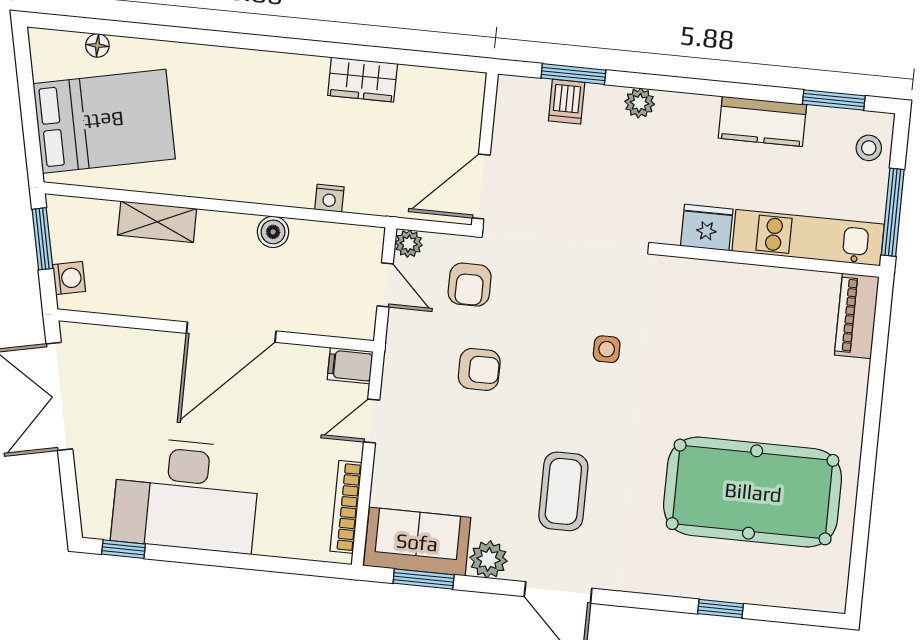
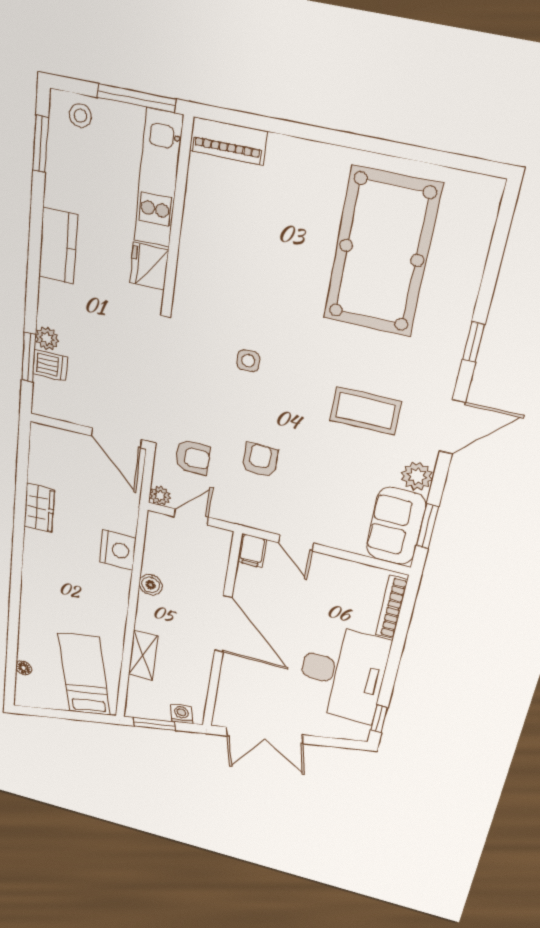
plant: (640, 103) -> (47, 338), moved
bed: (104, 121) -> (84, 675), width x0.67
kitchen counter: (762, 121) -> (58, 246), moved
nightstand: (329, 198) -> (118, 550), width x1.89, depth x1.79
bookcase: (346, 507) -> (391, 607), moved, turned 90
window: (721, 609) -> (474, 342), moved

